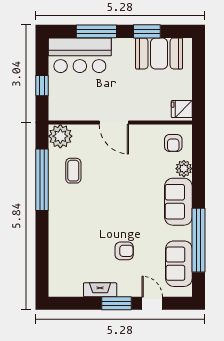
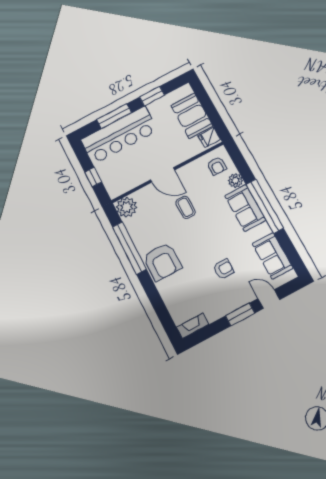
booth: (159, 53) -> (192, 116), moved, turned 90
bar counter: (80, 55) -> (119, 135), width x1.36
coffee table: (73, 171) -> (186, 207), moved
armchair: (68, 211) -> (162, 262), added
window: (198, 240) -> (265, 206), moved
fireplace: (100, 290) -> (193, 326), moved

